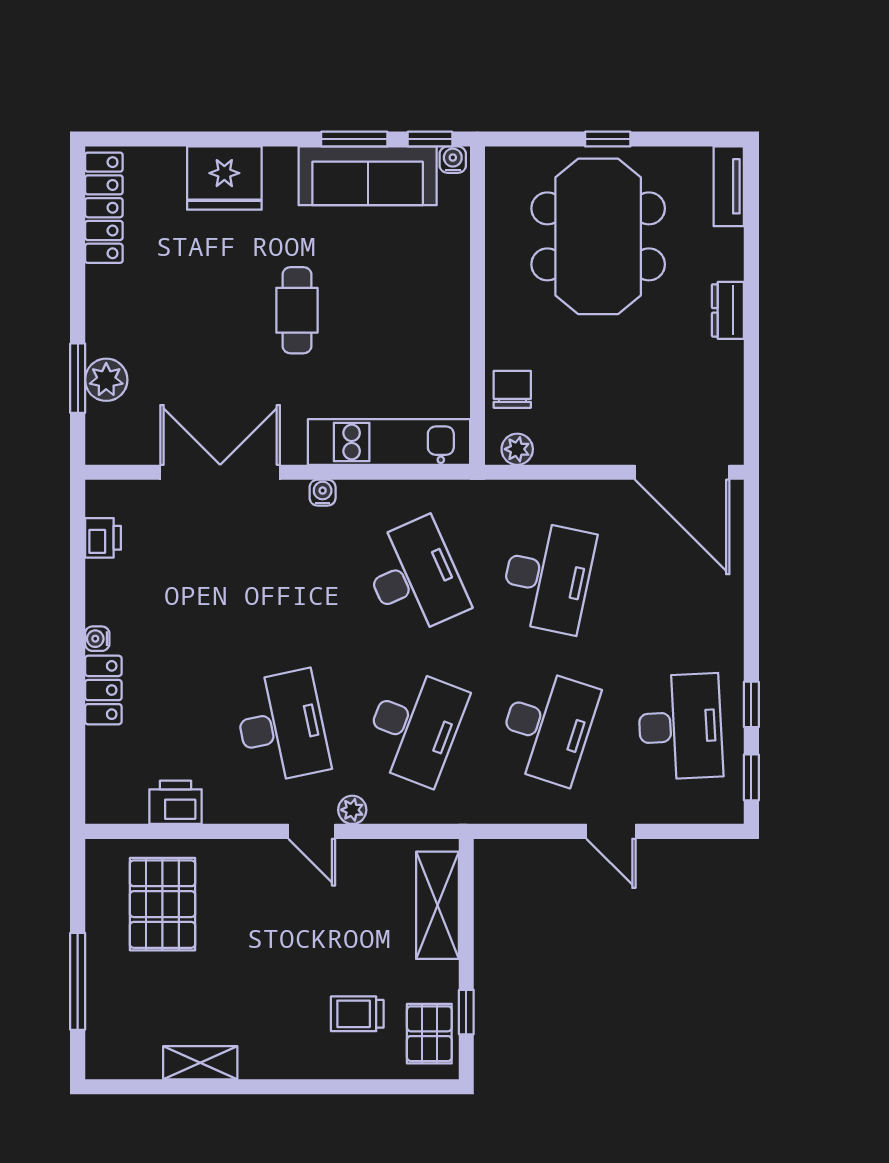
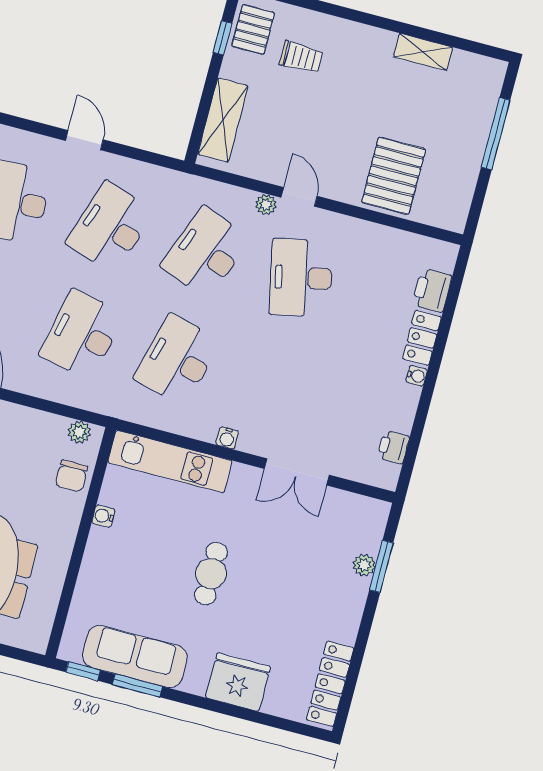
water cooler: (453, 160) -> (103, 516), moved, turned 90
plant: (106, 380) -> (364, 565), width x0.73, depth x0.73
double door: (220, 472) -> (297, 472), width x0.73
desk: (414, 577) -> (177, 360), turned 39
printer: (175, 802) -> (432, 290), moved, turned 90
pallet: (162, 904) -> (394, 176), moved

